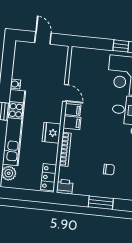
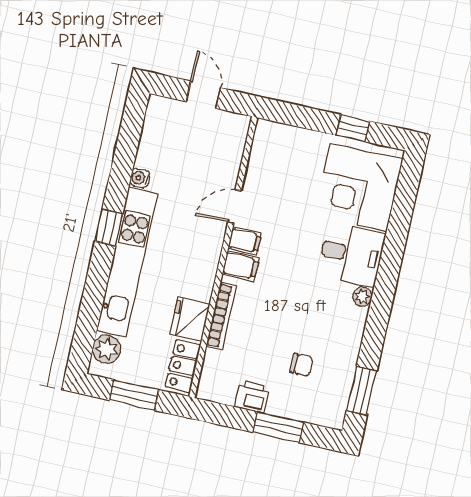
door: (65, 93) -> (235, 207), swing flipped
fridge: (51, 133) -> (190, 320), moved
printer: (65, 187) -> (252, 397), moved
window: (26, 195) -> (134, 395), added

